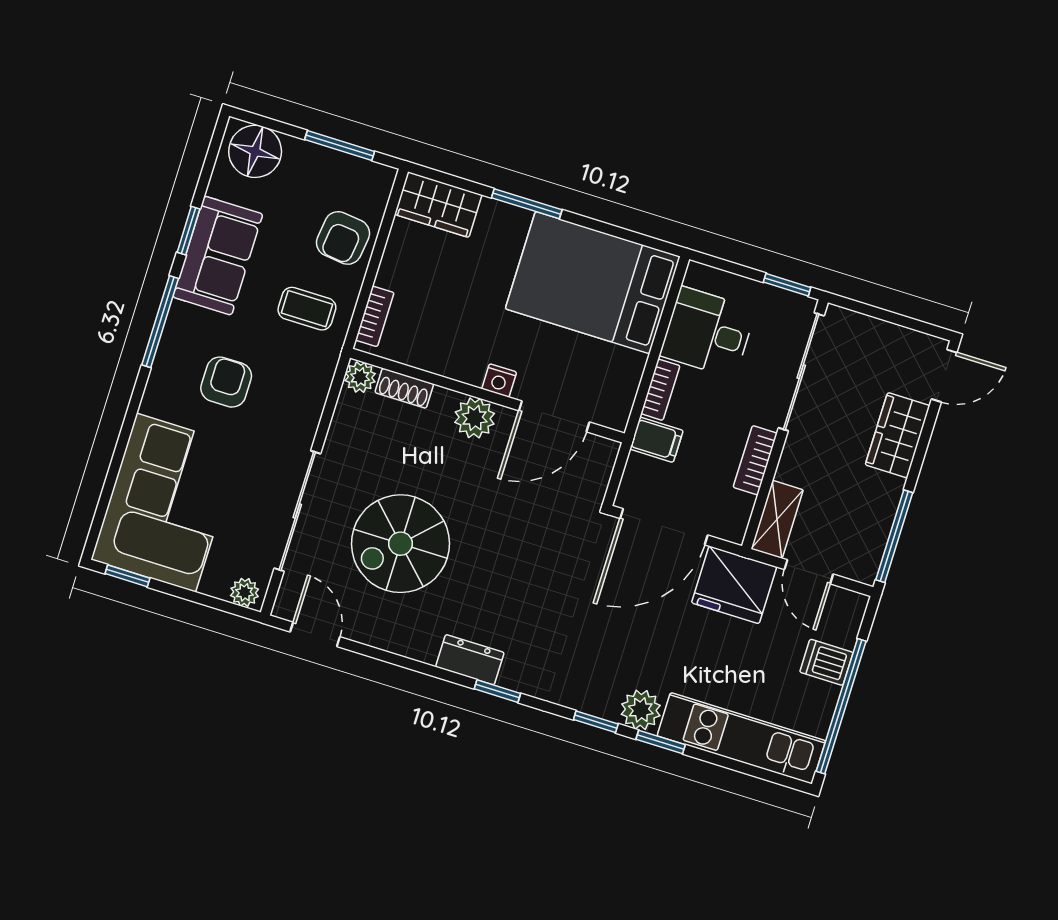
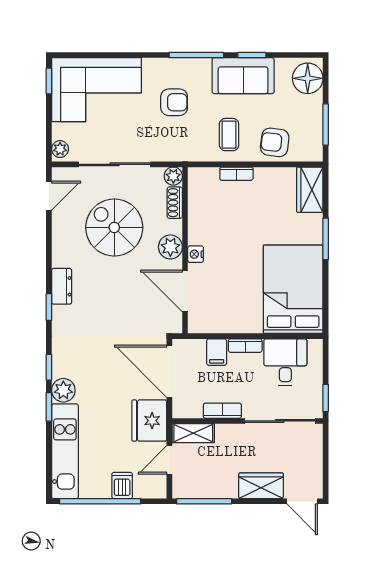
plant: (360, 377) -> (173, 176), moved
nightstand: (499, 380) -> (196, 254), moved
shoe rack: (404, 388) -> (175, 203), moved
wall: (487, 396) -> (185, 250), moved
door: (554, 416) -> (185, 291), moved
plant: (475, 418) -> (170, 247), moved

